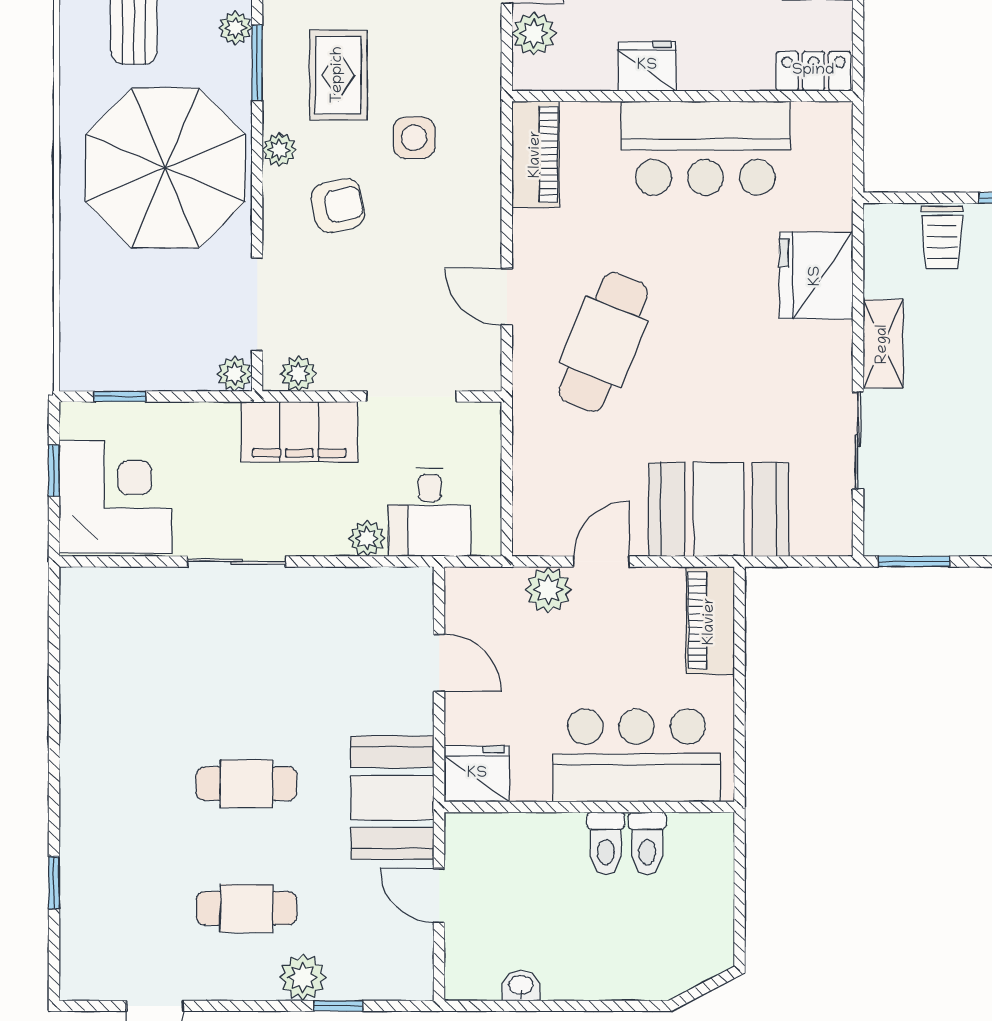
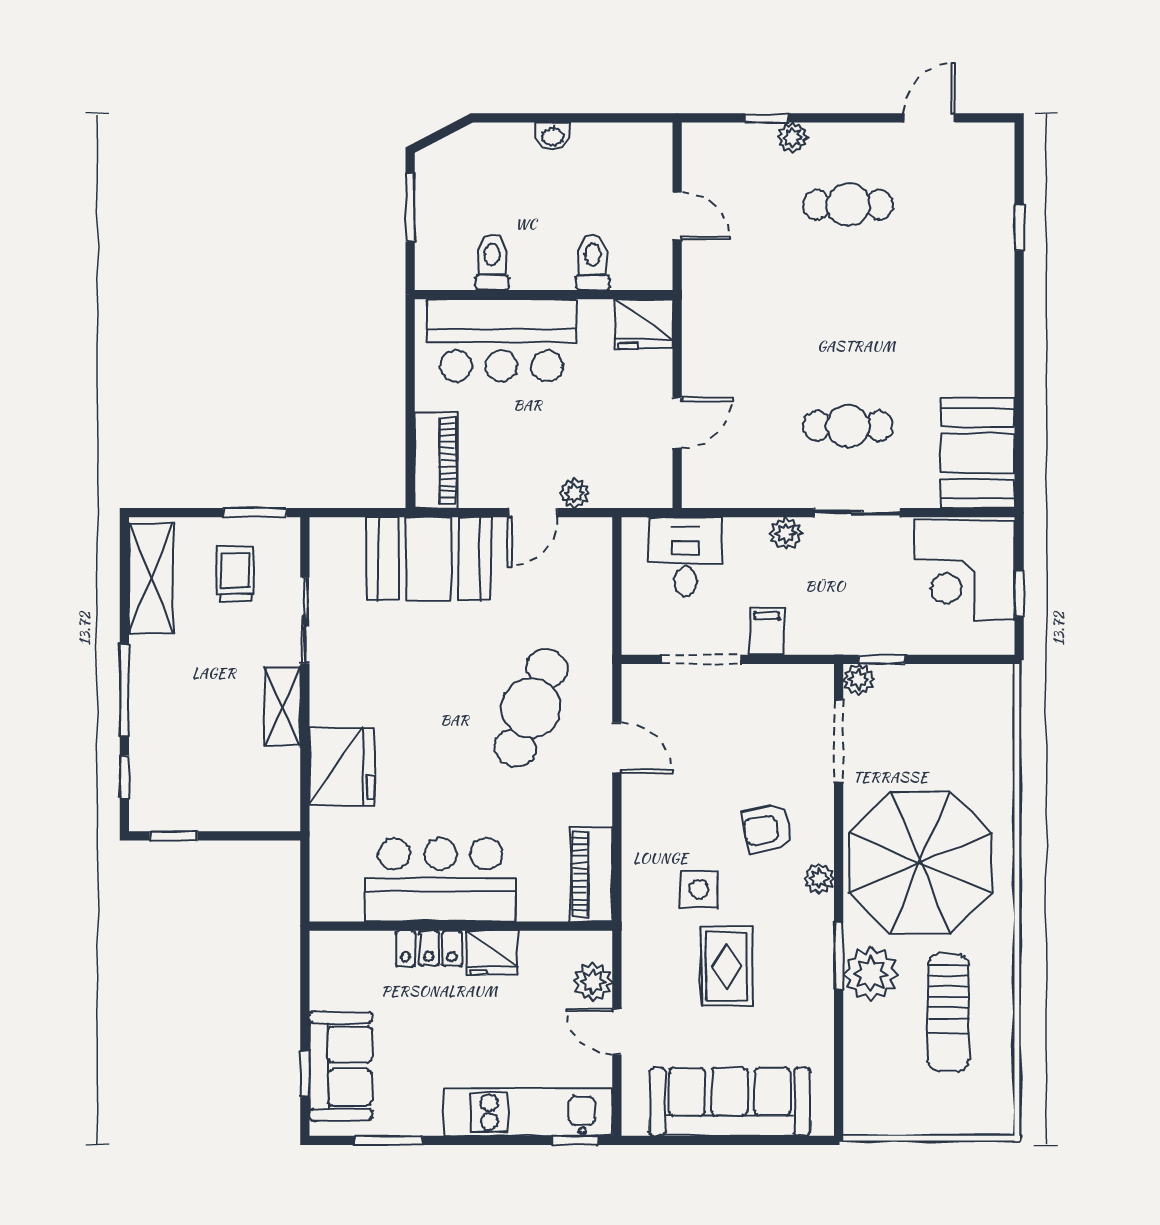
plant: (235, 28) -> (871, 974), width x1.88, depth x1.88
locker: (813, 71) -> (429, 948), moved
rug: (338, 75) -> (727, 967), moved
trolley: (942, 238) -> (235, 574), moved
plant: (298, 374) -> (802, 680), removed
window: (120, 397) -> (881, 659), moved
filing cabinet: (299, 432) -> (767, 632), width x0.33, depth x0.86
plant: (367, 538) -> (786, 533), moved
plant: (548, 590) -> (574, 493), width x0.73, depth x0.73
door: (439, 663) -> (677, 423), swing flipped
cafe table: (247, 784) -> (848, 426), moved
booth: (392, 798) -> (978, 453), moved
toilet: (606, 843) -> (593, 262), moved
window: (739, 905) -> (410, 207), added
plant: (303, 977) -> (792, 138), width x0.73, depth x0.73
washbasin: (521, 986) -> (553, 136), moved

